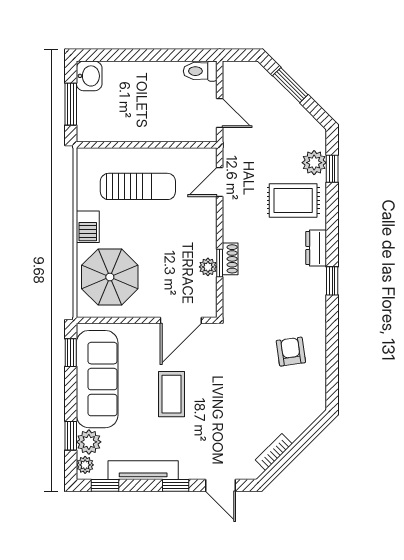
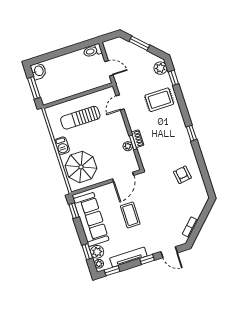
plant: (314, 163) -> (160, 68), moved
sun lounger: (138, 186) -> (80, 118), turned 180
dresser: (316, 248) -> (178, 119), removed

